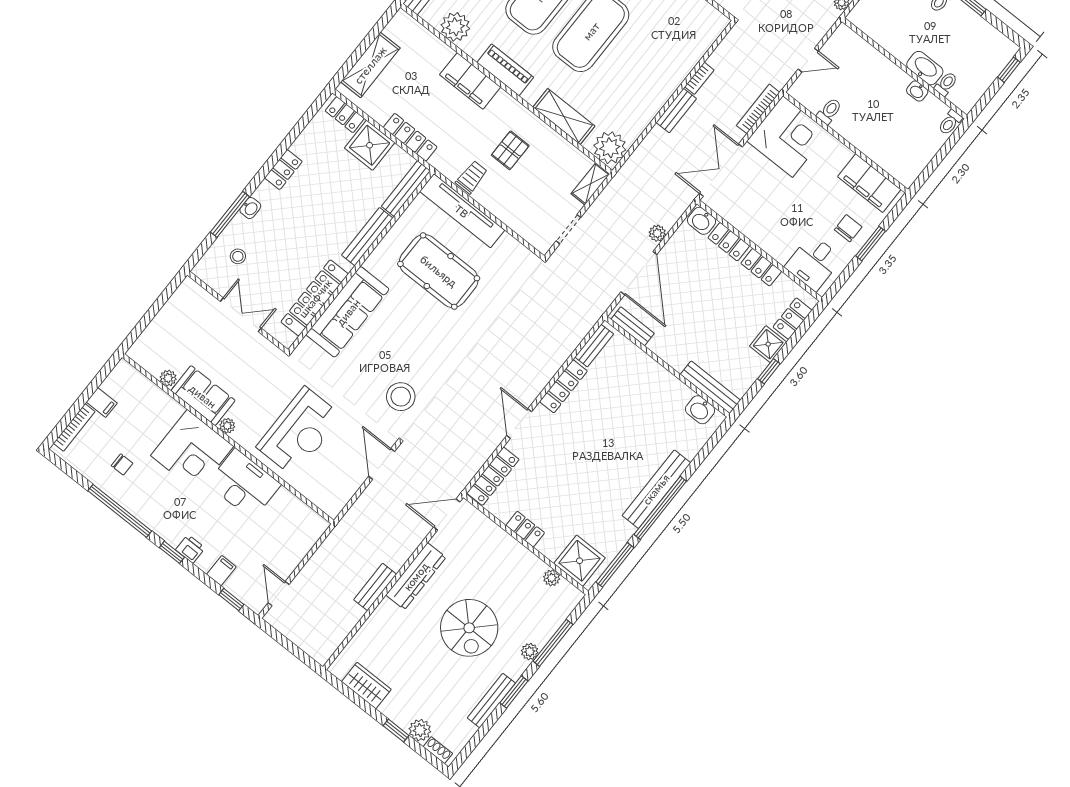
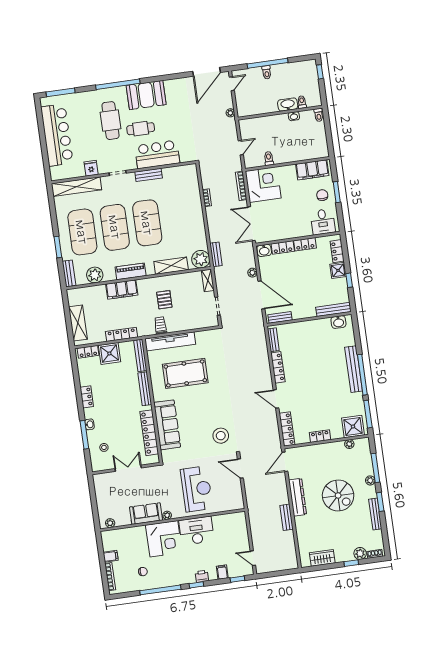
bench: (676, 111) -> (216, 254), moved
plant: (168, 378) -> (110, 523), moved

